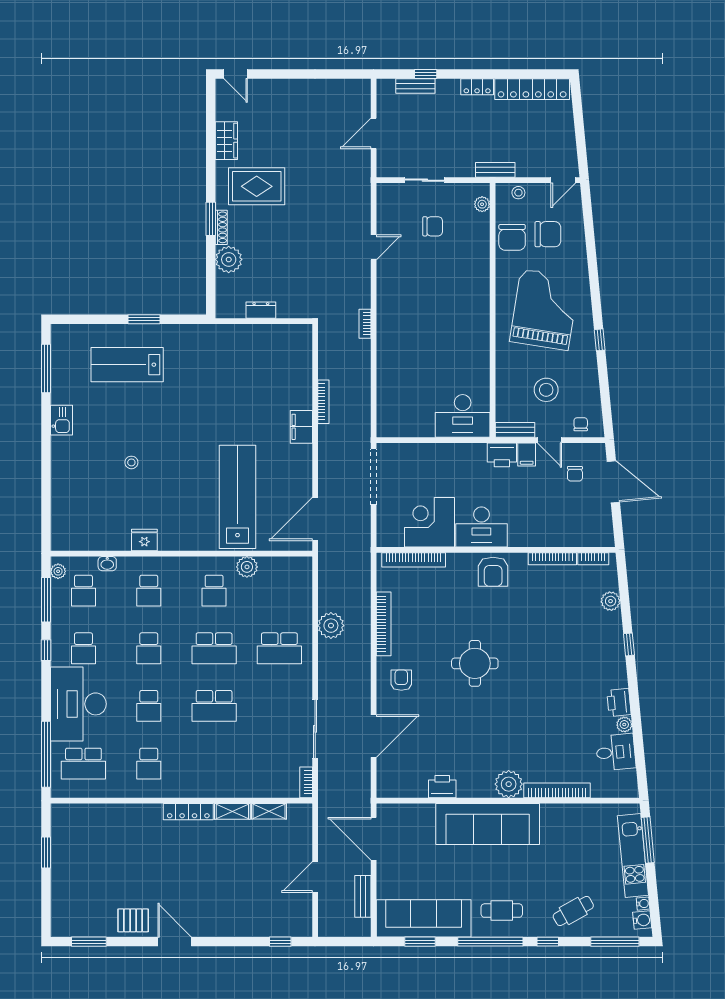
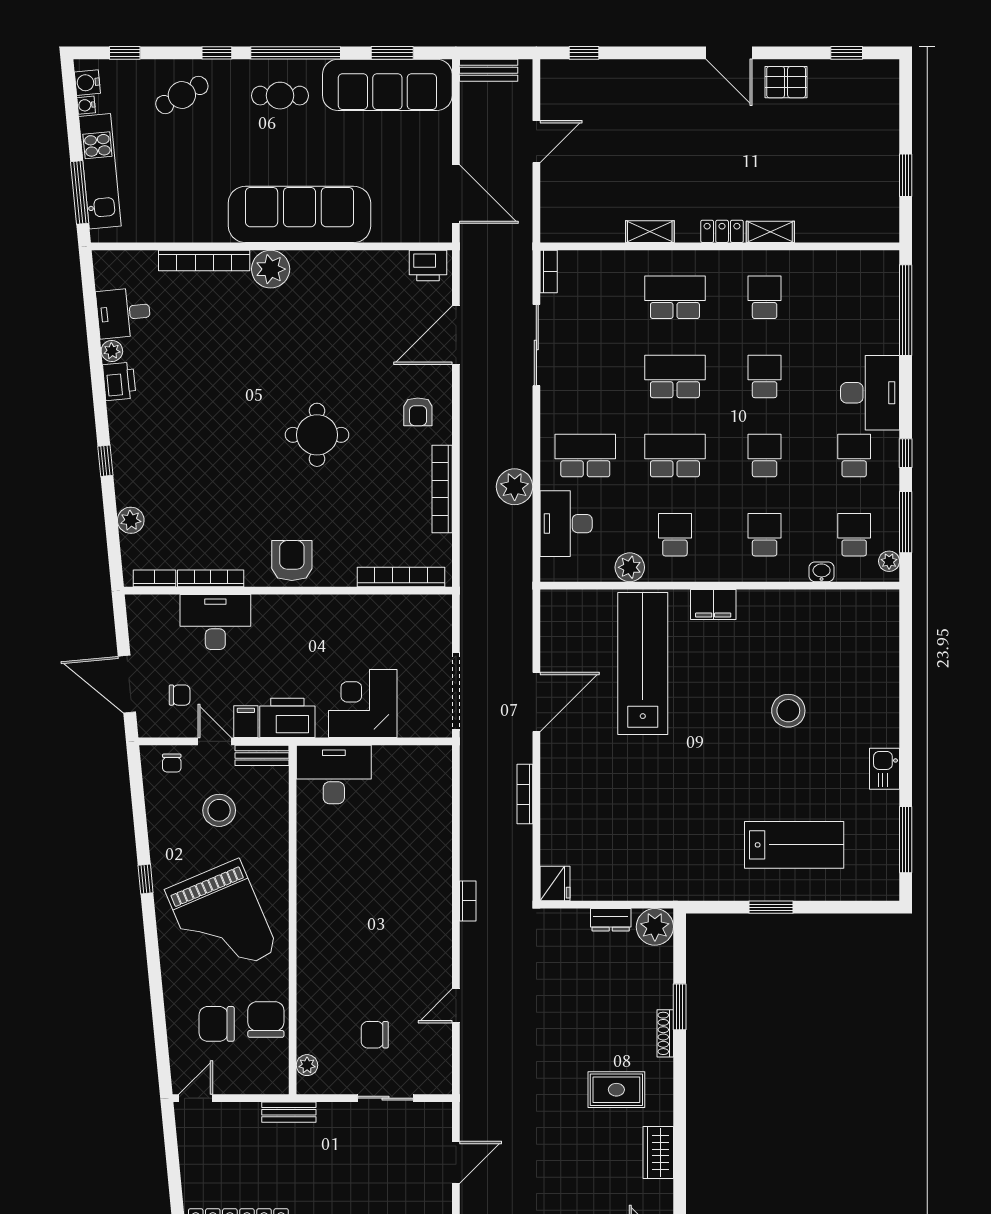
rug: (257, 186) -> (616, 1090), width x0.73, depth x0.70
stool: (518, 193) -> (257, 1081), removed
window: (211, 219) -> (680, 1007), moved
plant: (229, 259) -> (655, 927), moved
grand piano: (544, 310) -> (221, 920), turned -32
filing cabinet: (301, 427) -> (713, 604), moved, turned 90
printer: (502, 455) -> (287, 718), width x1.37, depth x1.19
stool: (131, 462) -> (788, 711), width x1.89, depth x1.89
chair: (575, 474) -> (180, 695), turned 90
lab bench: (237, 497) -> (643, 663), turned 180
door: (315, 519) -> (536, 702), moved
corner desk: (429, 522) -> (363, 703), moved, turned 180
desk: (481, 527) -> (215, 622), moved
fridge: (144, 540) -> (555, 884), moved, turned -90
desk: (293, 599) -> (566, 524), added
desk: (78, 704) -> (870, 393), width x0.73, depth x0.77
school desk: (83, 764) -> (675, 297), moved
printer: (442, 787) -> (428, 266), moved
shelving: (269, 811) -> (770, 232), moved
locker: (188, 812) -> (722, 231), width x0.66
bench: (363, 896) -> (489, 70), moved, turned 90
window: (89, 942) -> (847, 53), width x0.67
window: (615, 942) -> (125, 53), width x0.46

